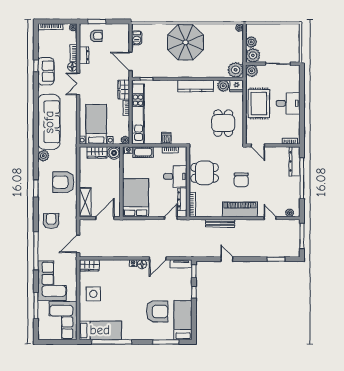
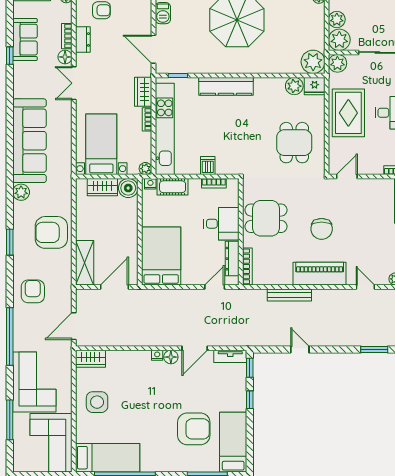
sofa: (46, 71) -> (25, 40), moved
kitchen counter: (196, 86) -> (226, 86), moved
door: (258, 145) -> (347, 177), swing flipped

